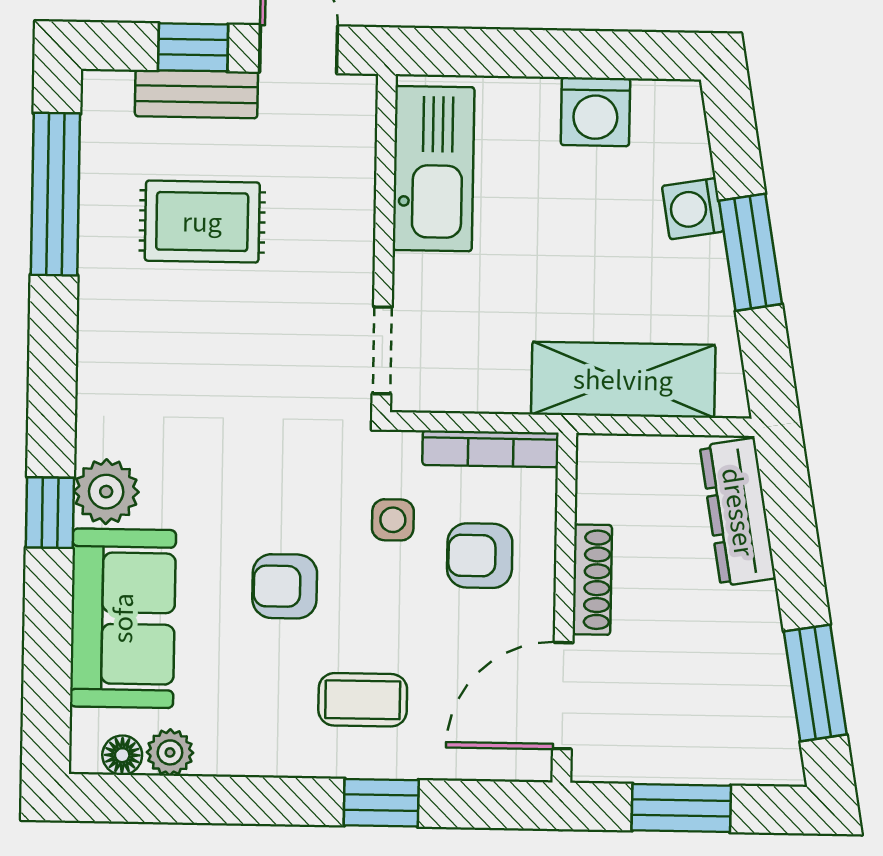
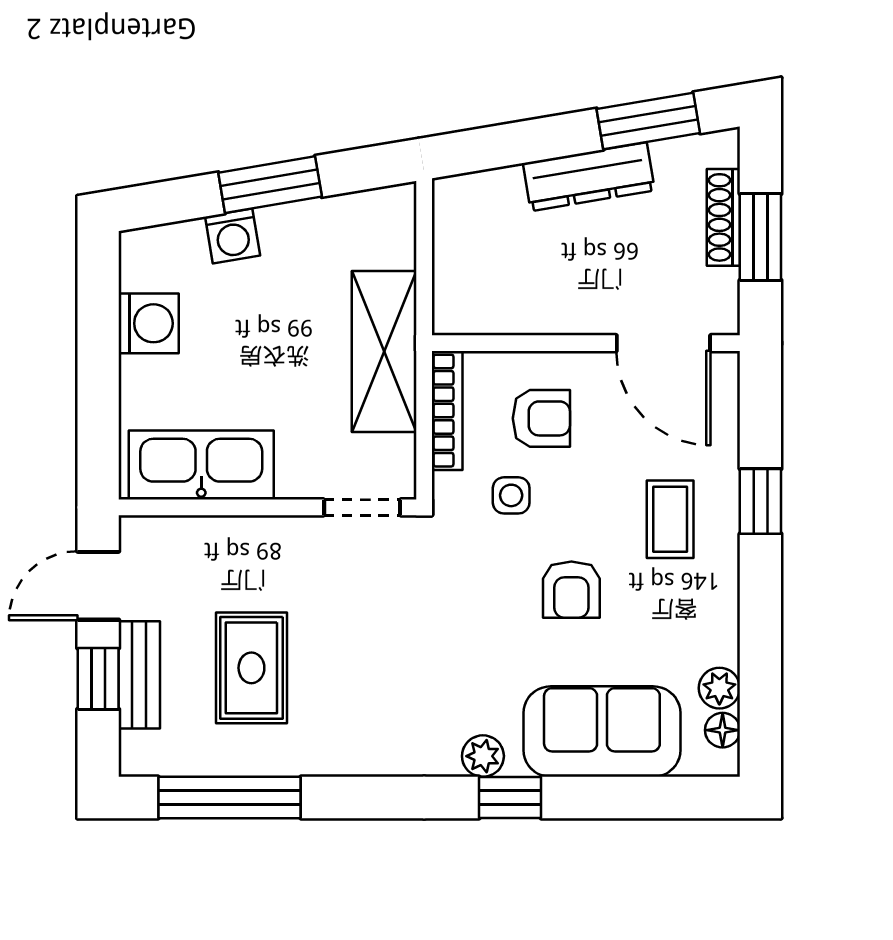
shelving: (623, 380) -> (384, 351), moved
plant: (106, 492) -> (483, 756), width x0.73, depth x0.73
dresser: (738, 512) -> (589, 177), moved
armchair: (480, 556) -> (541, 418), turned -90
shoe rack: (592, 580) -> (723, 217), moved, turned -90

